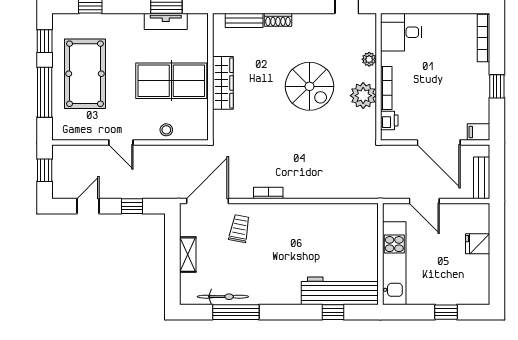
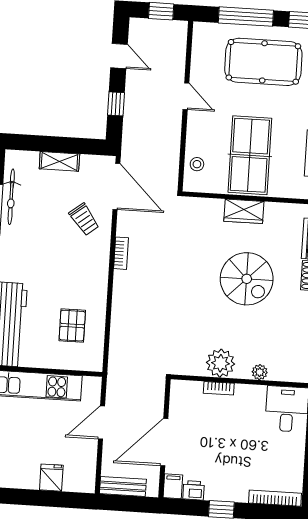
wardrobe: (223, 83) -> (244, 211), width x0.67
spiral stairs: (310, 86) -> (247, 279), moved, turned -90
bookcase: (386, 88) -> (219, 388), width x0.64
printer: (389, 120) -> (194, 490), moved, turned 180
stool: (166, 130) -> (197, 164), moved
door: (121, 143) -> (186, 96), swing flipped
trolley: (239, 229) -> (84, 219), turned 41
pallet: (337, 233) -> (72, 326), added

